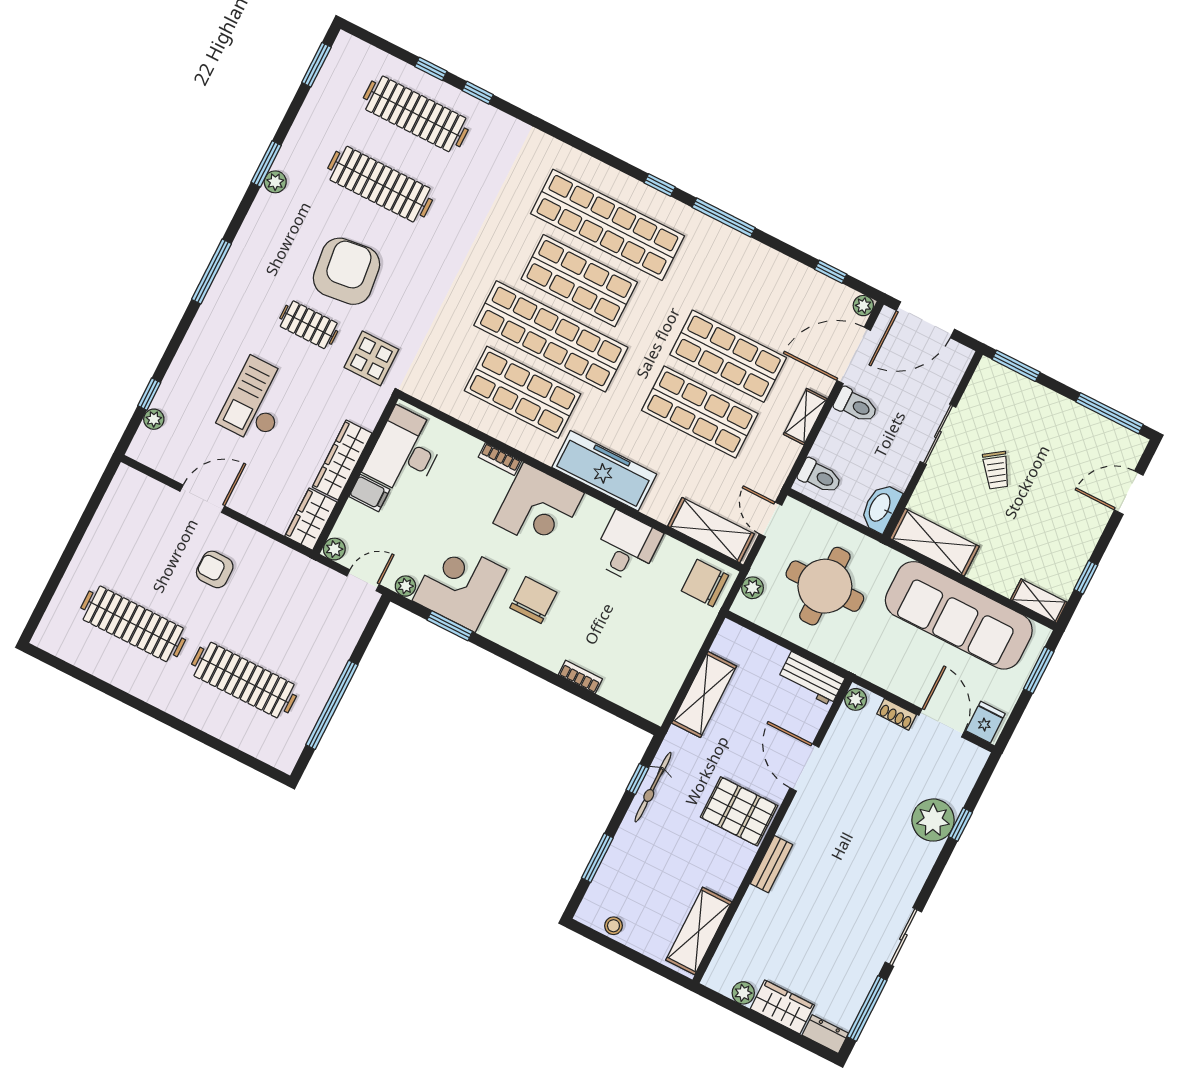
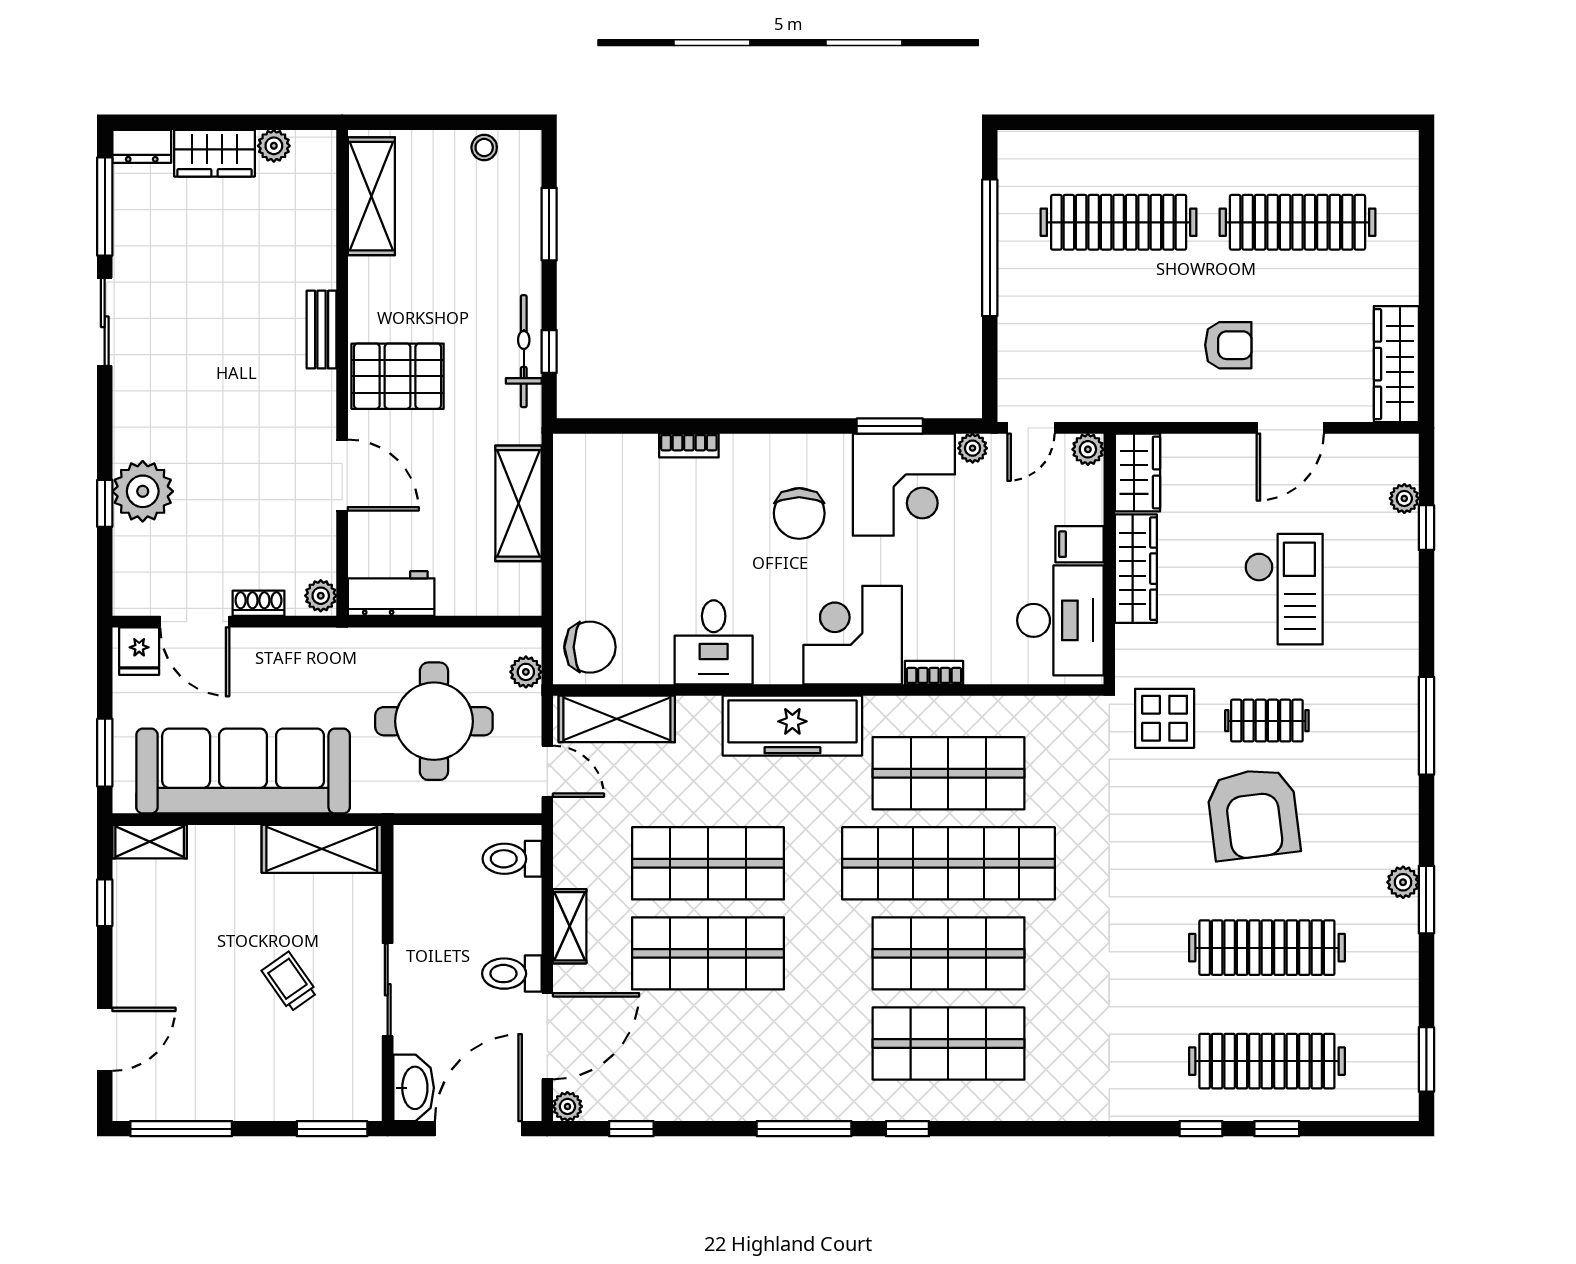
shop shelf: (607, 225) -> (948, 1044), width x0.71
wardrobe: (117, 505) -> (1396, 364), added
washbasin: (880, 508) -> (414, 1088), moved

